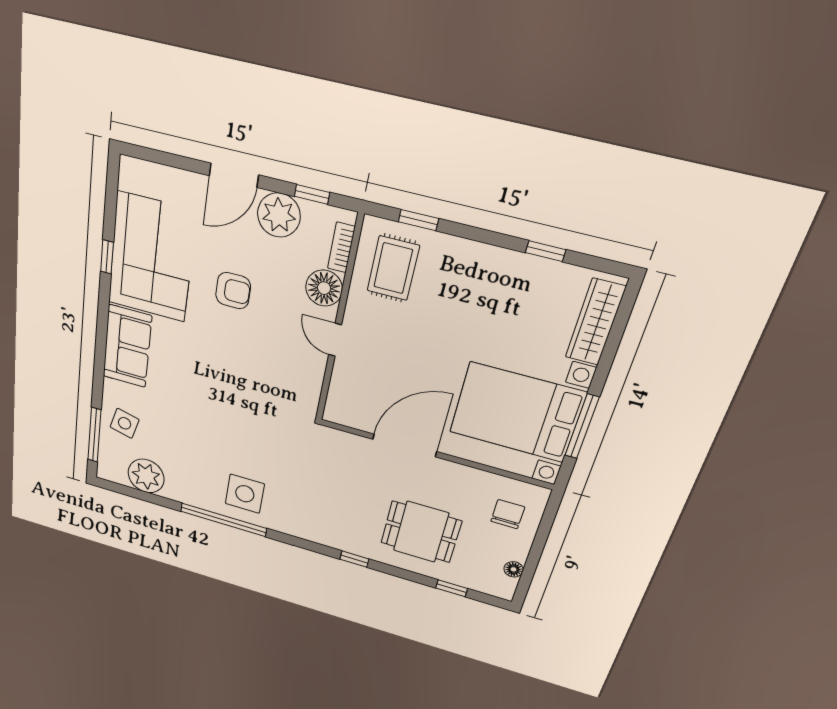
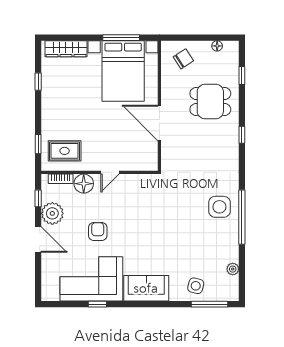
plant: (146, 476) -> (233, 269), width x0.53, depth x0.53
chair: (508, 514) -> (183, 59), turned 147
dining table: (421, 532) -> (210, 101), turned 90

